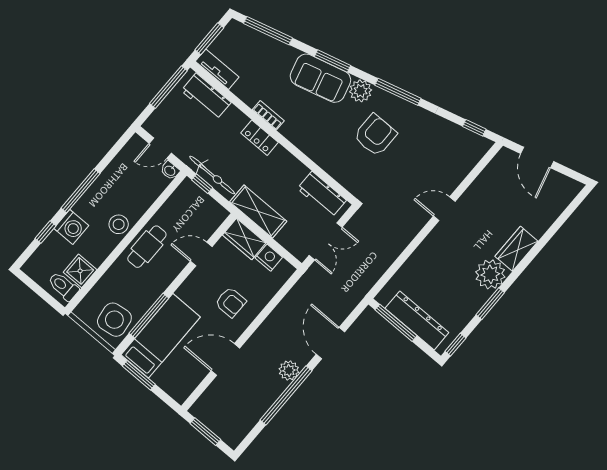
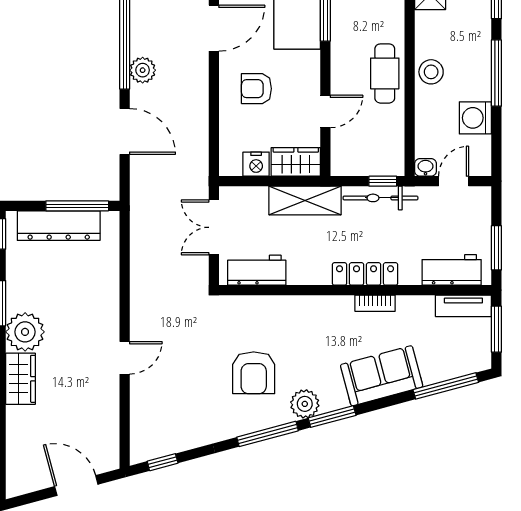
window: (332, 61) -> (332, 417), moved
sofa: (320, 78) -> (382, 376), moved
window: (168, 87) -> (496, 248), width x0.69
locker: (259, 138) -> (365, 274), width x1.53
washing machine: (71, 227) -> (475, 118), moved

